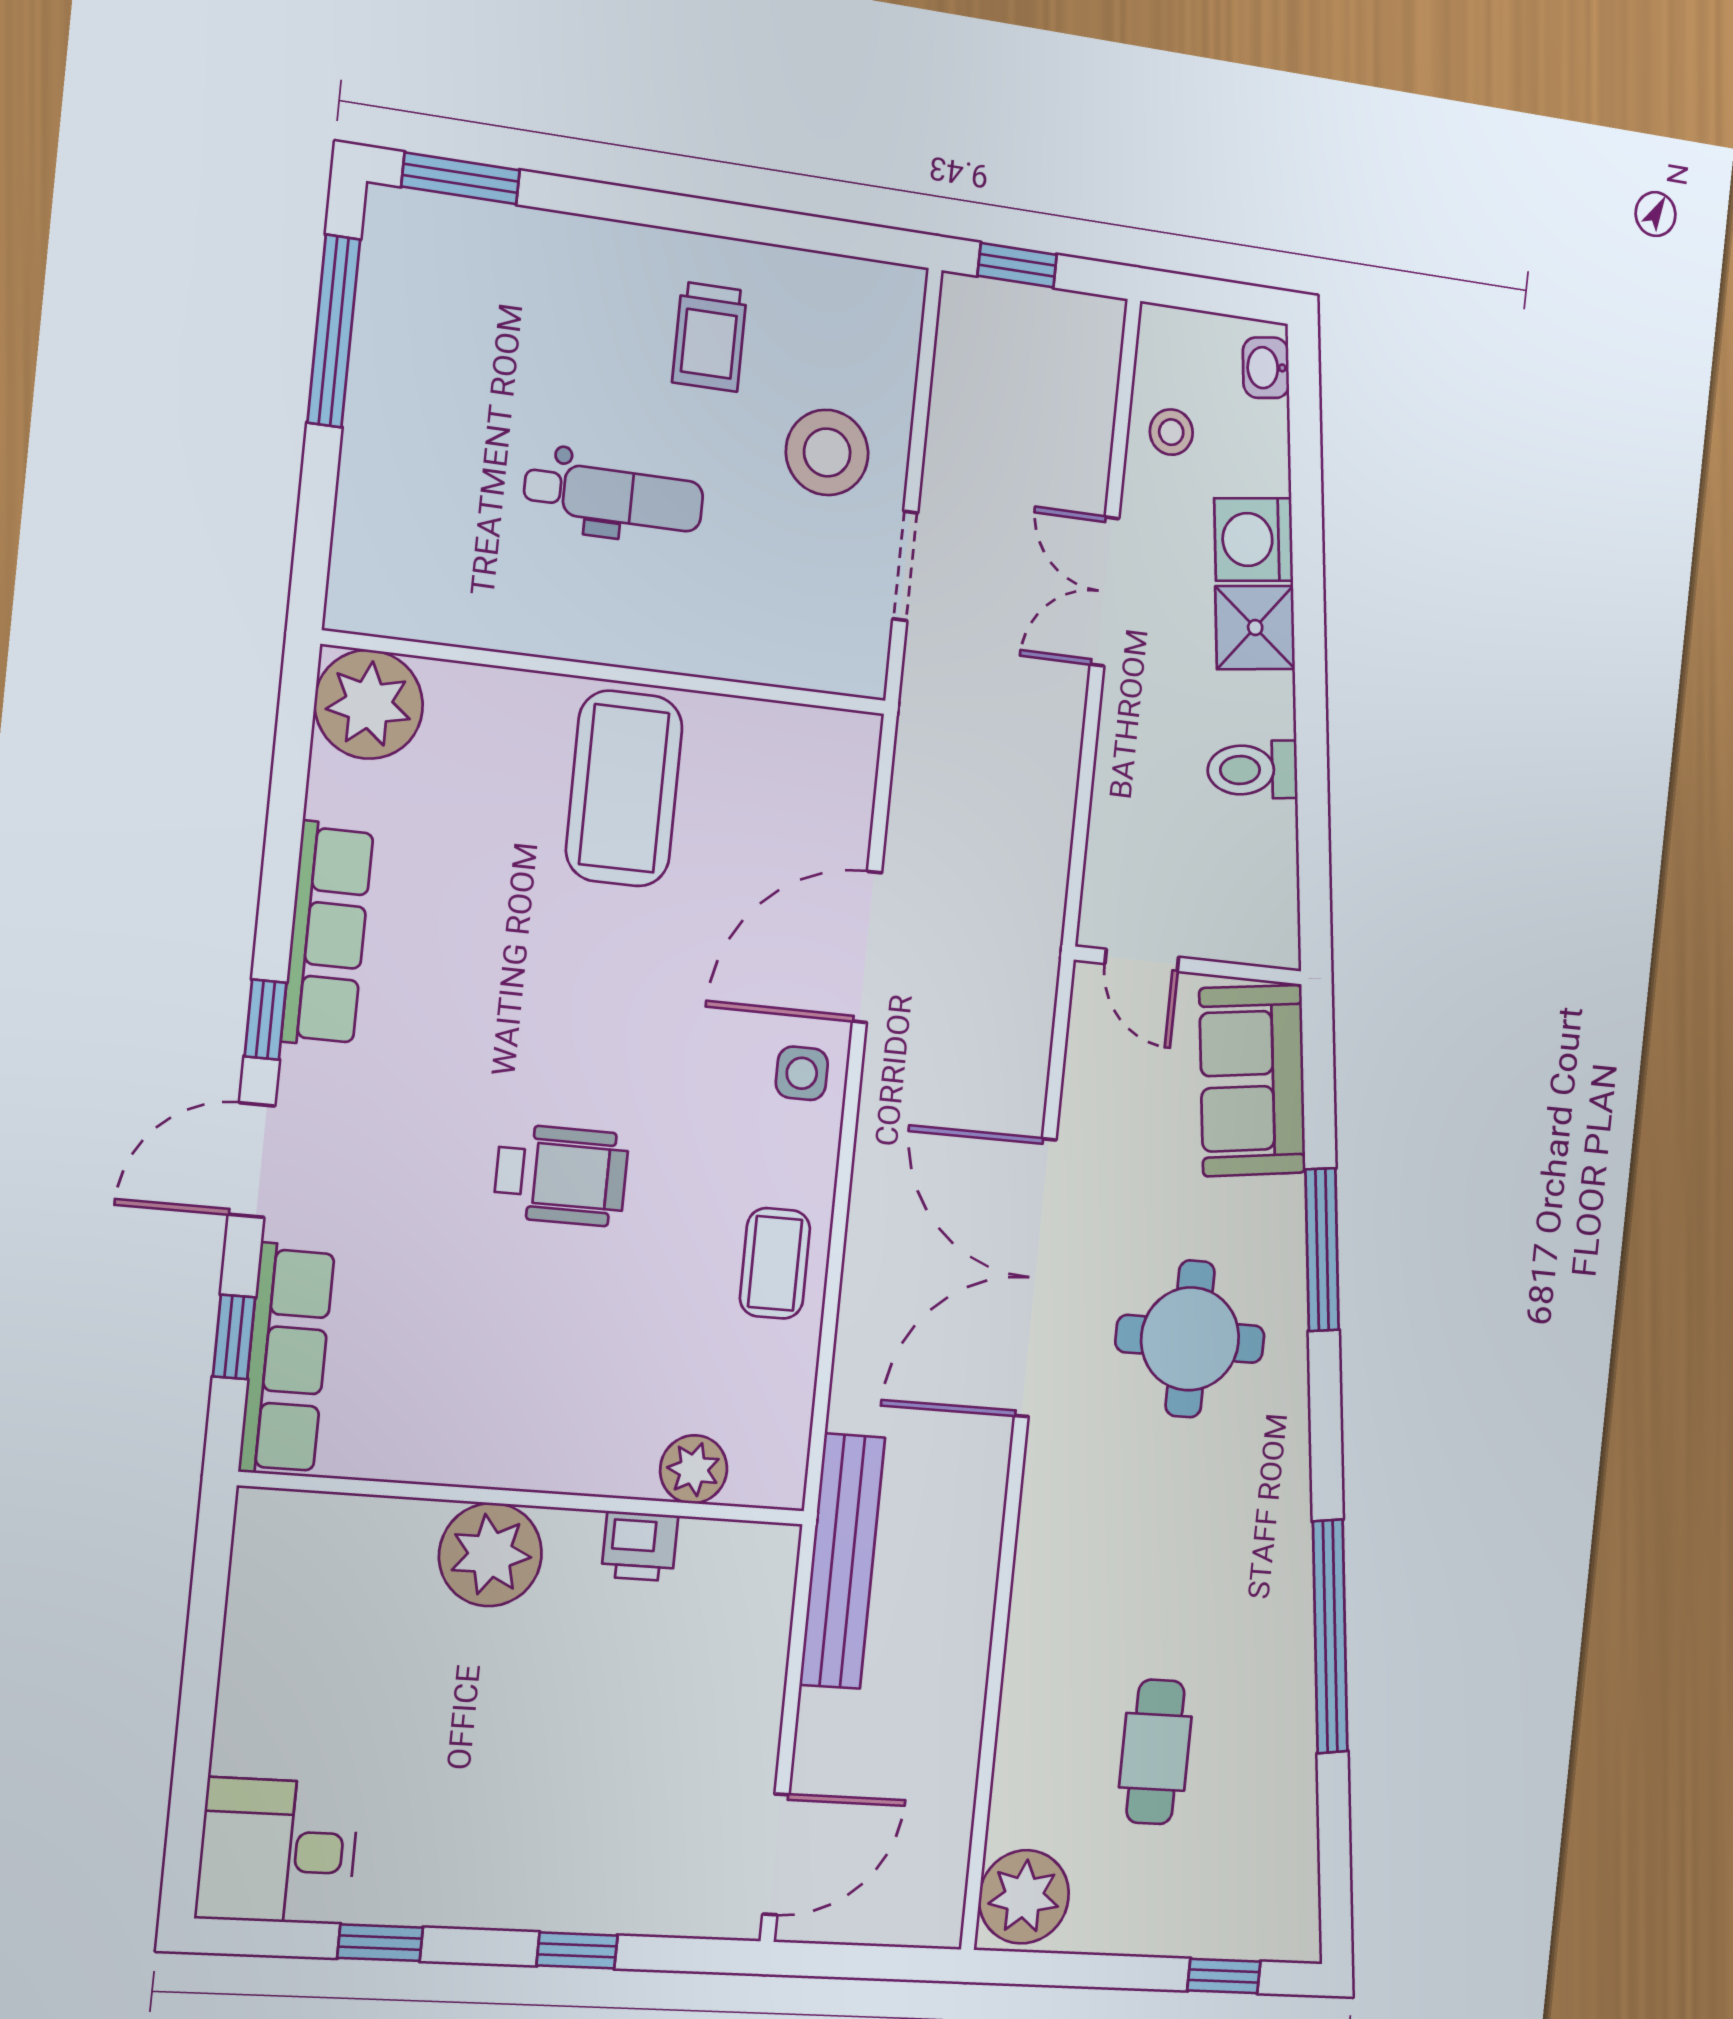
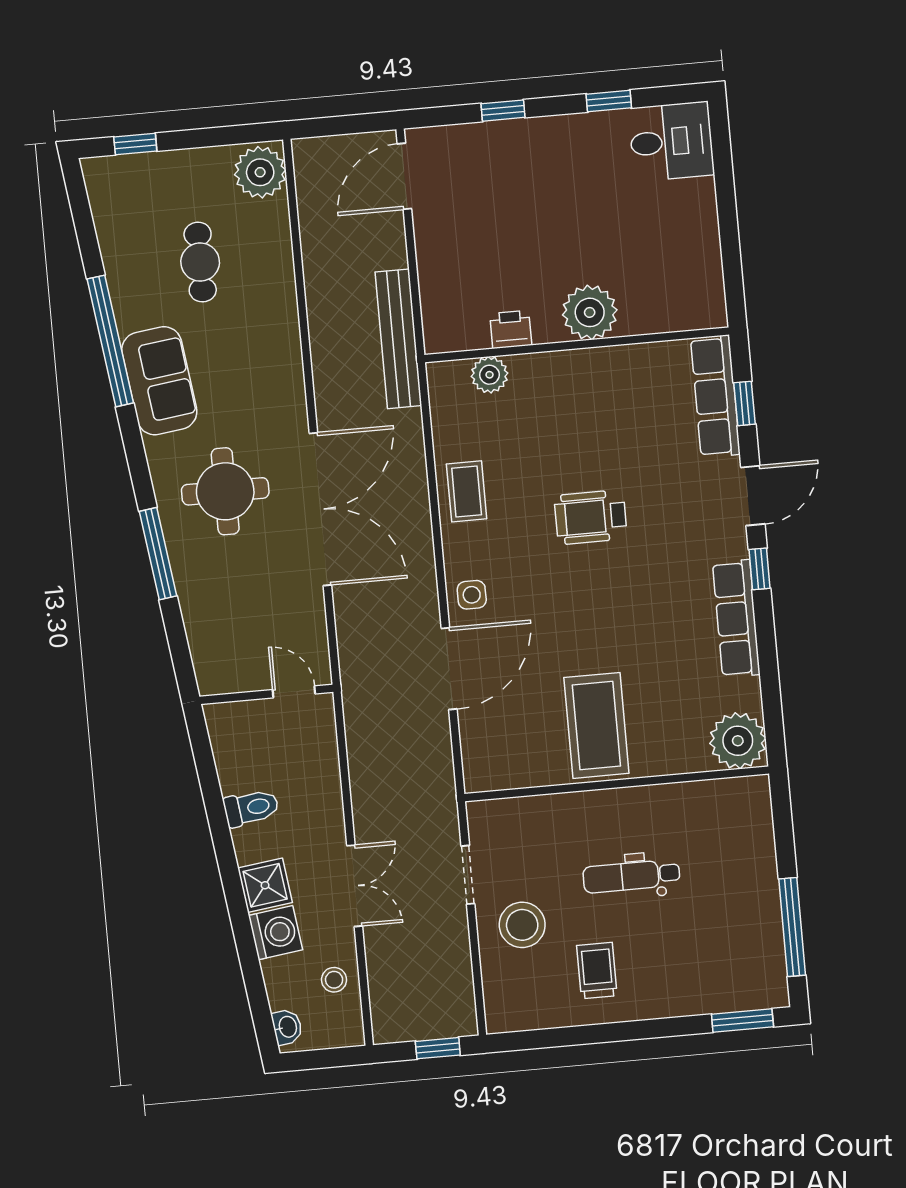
sofa: (1253, 1081) -> (159, 381), moved

